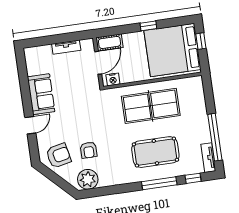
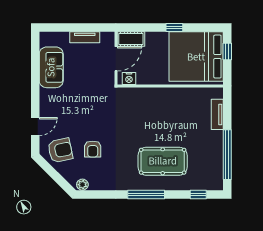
sofa: (41, 94) -> (51, 67), moved
table tennis table: (151, 106) -> (165, 112), removed
door: (30, 125) -> (35, 127), moved
tv unit: (208, 158) -> (217, 114), moved
plant: (88, 179) -> (82, 185), width x0.53, depth x0.53
window: (159, 183) -> (146, 195), moved

